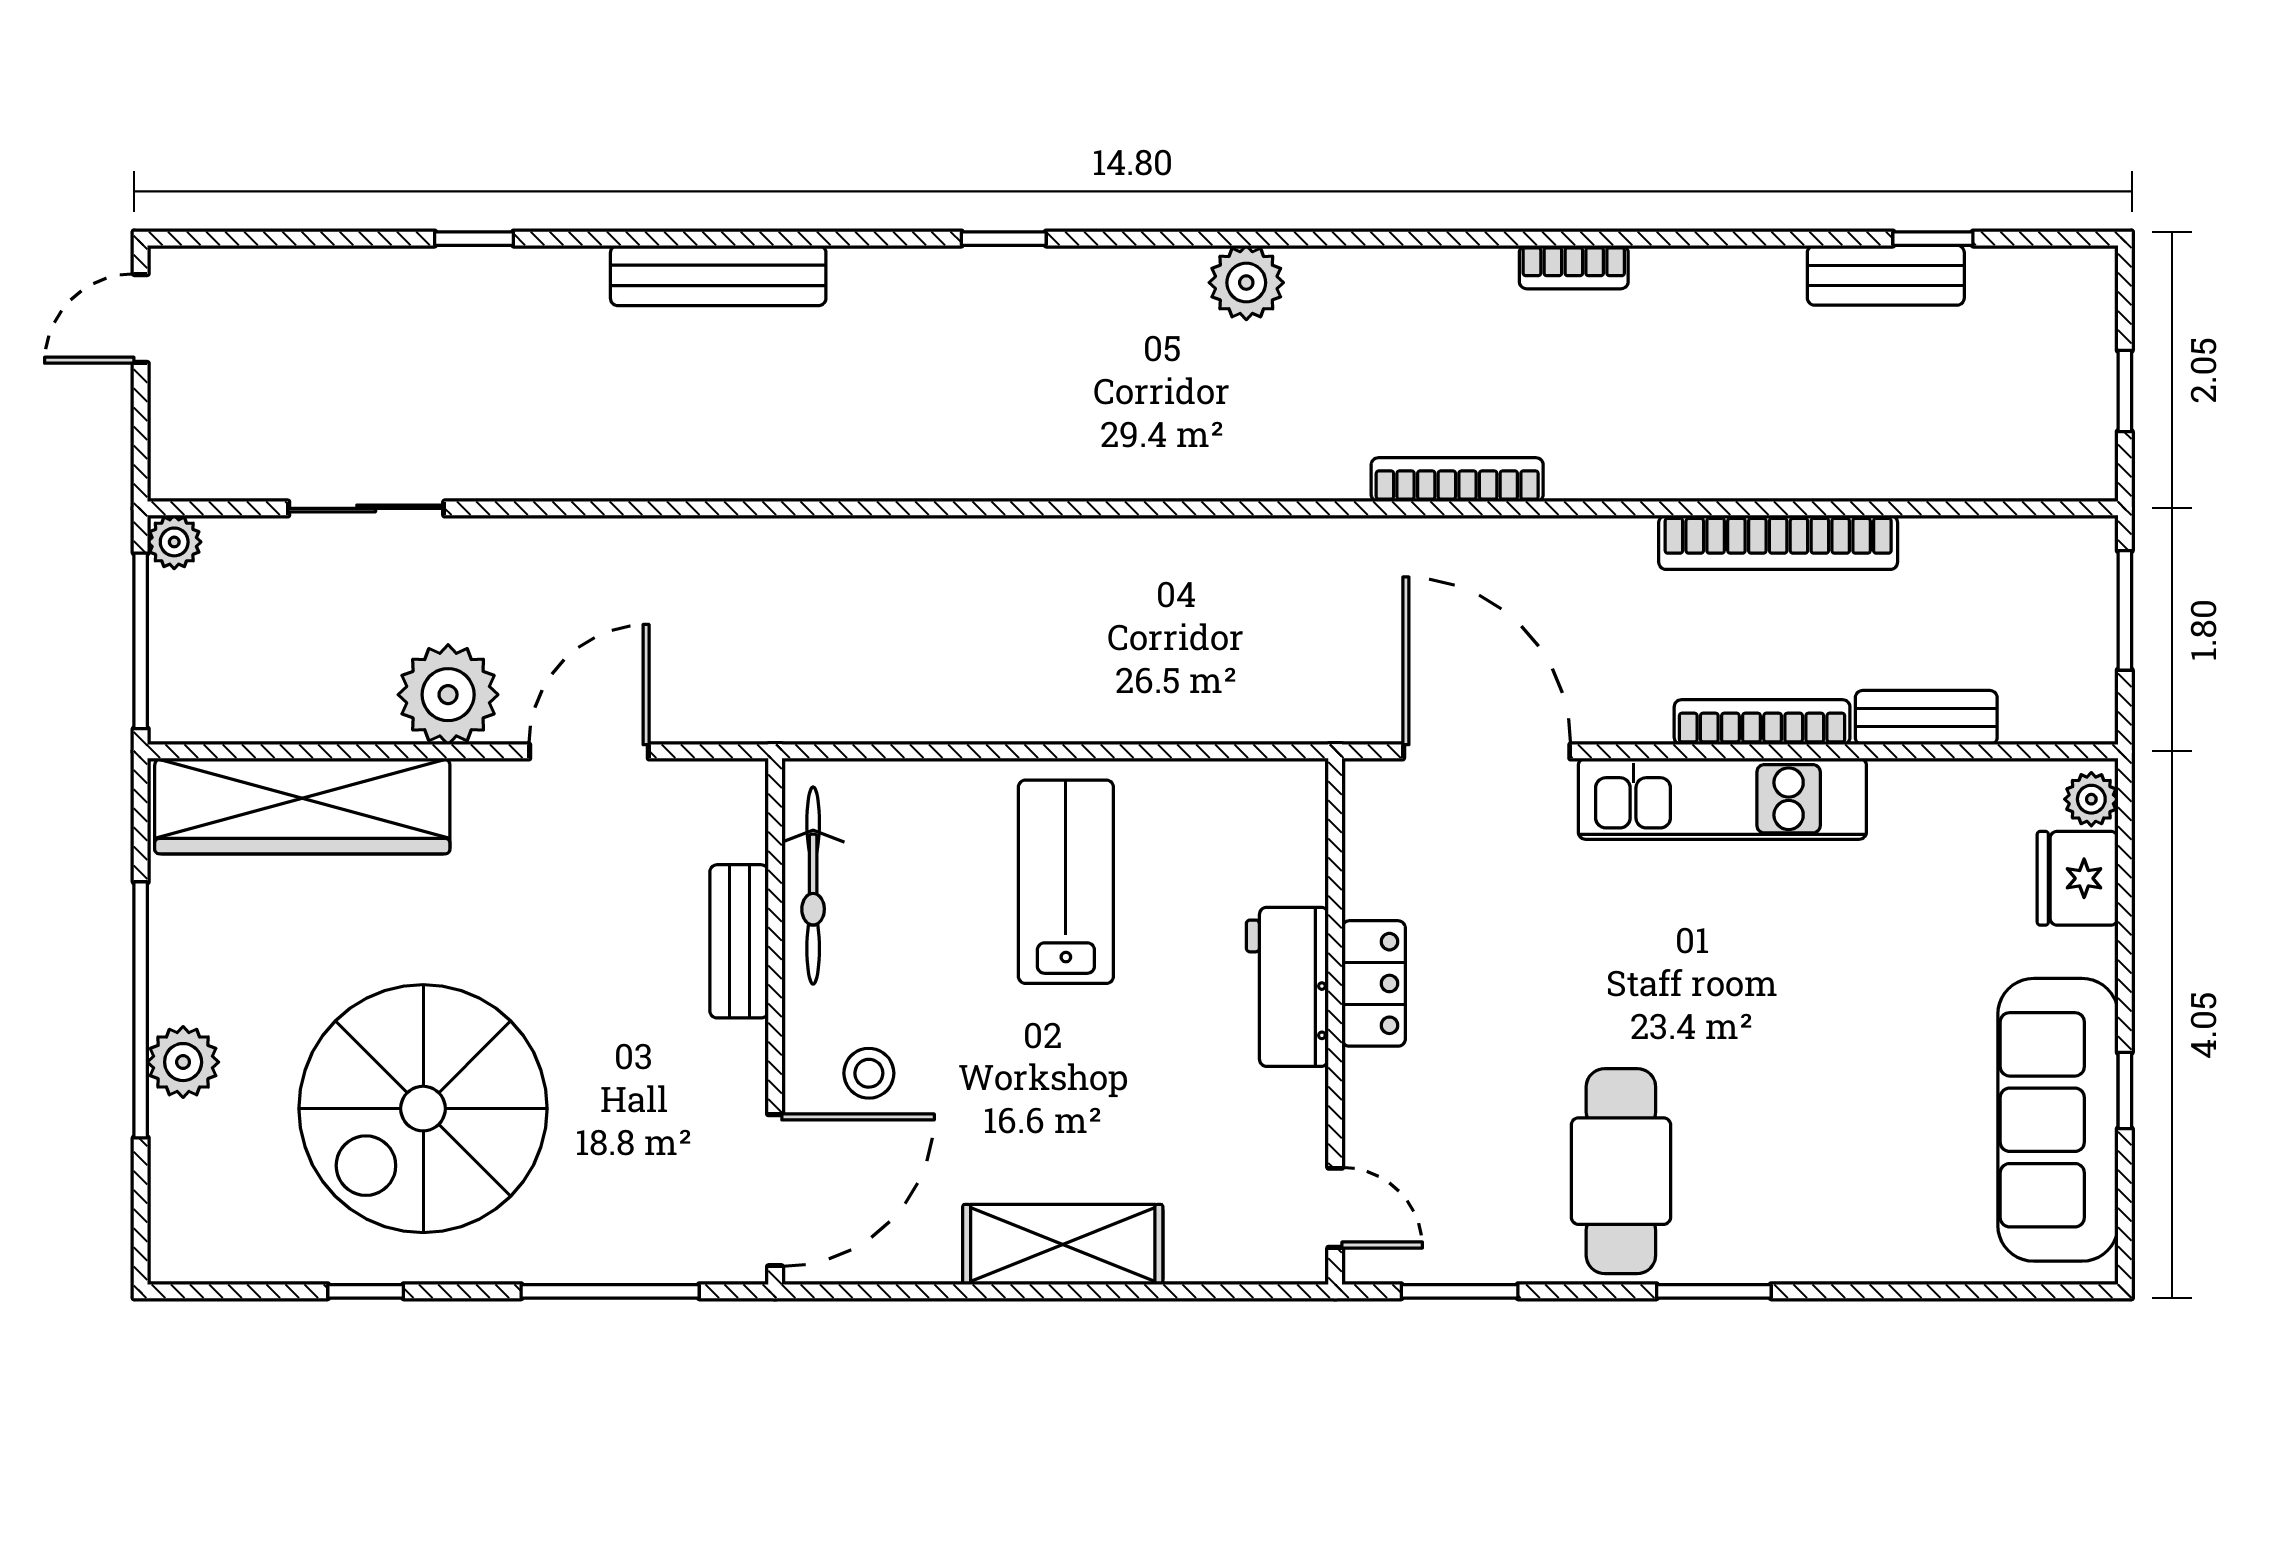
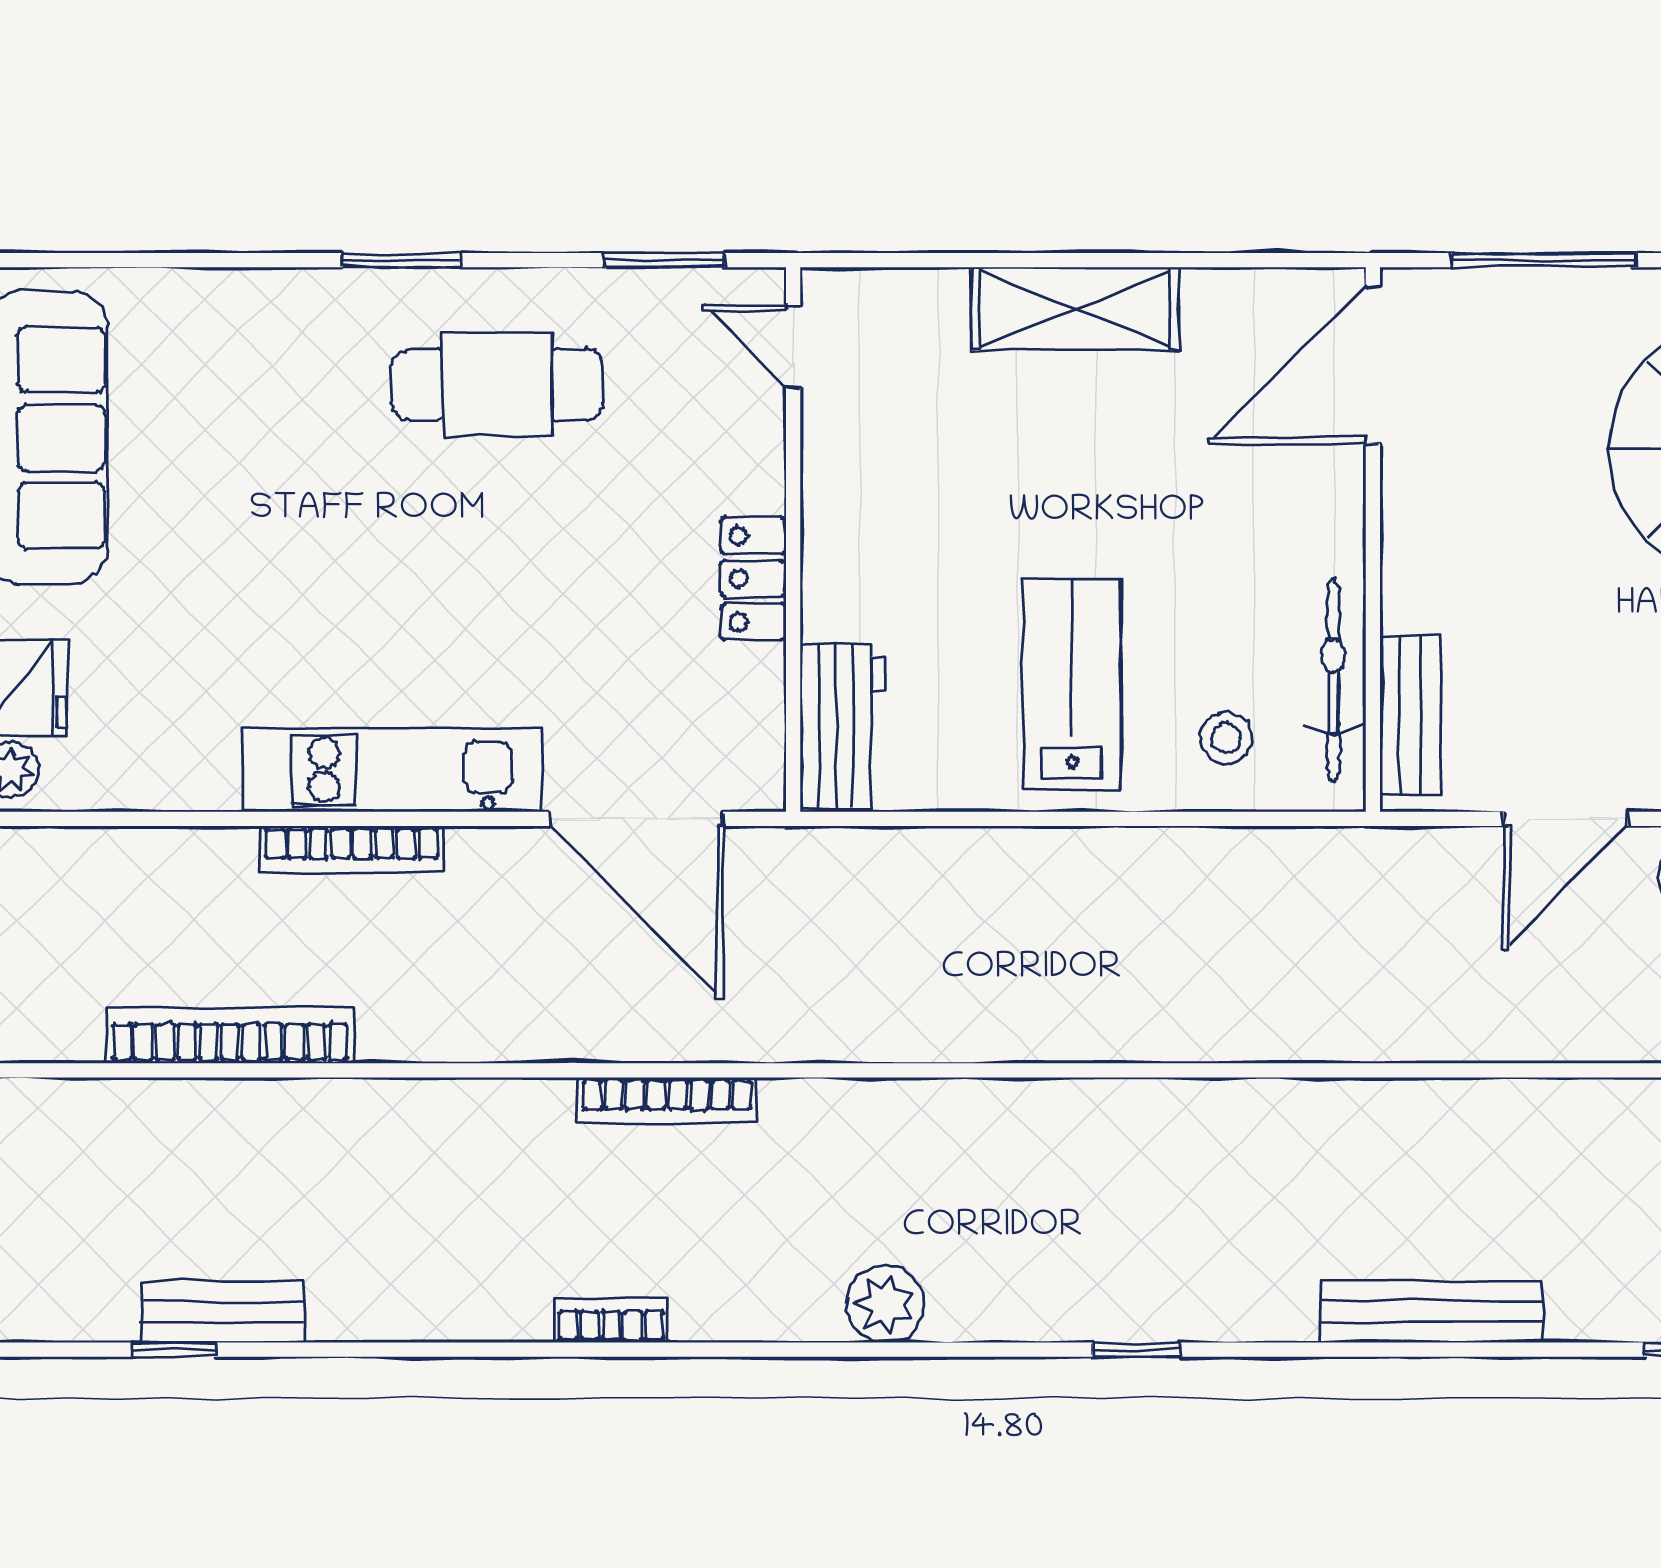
bookcase: (1574, 267) -> (611, 1320), moved
bookcase: (1778, 542) -> (230, 1035), moved
bench: (1926, 718) -> (182, 854), removed
lab bench: (1066, 882) -> (1072, 684), turned 180
bench: (739, 941) -> (1410, 715), moved
workbench: (1287, 987) -> (843, 726), moved
stool: (869, 1073) -> (1226, 738), moved
cafe table: (1621, 1171) -> (497, 385), turned 90

